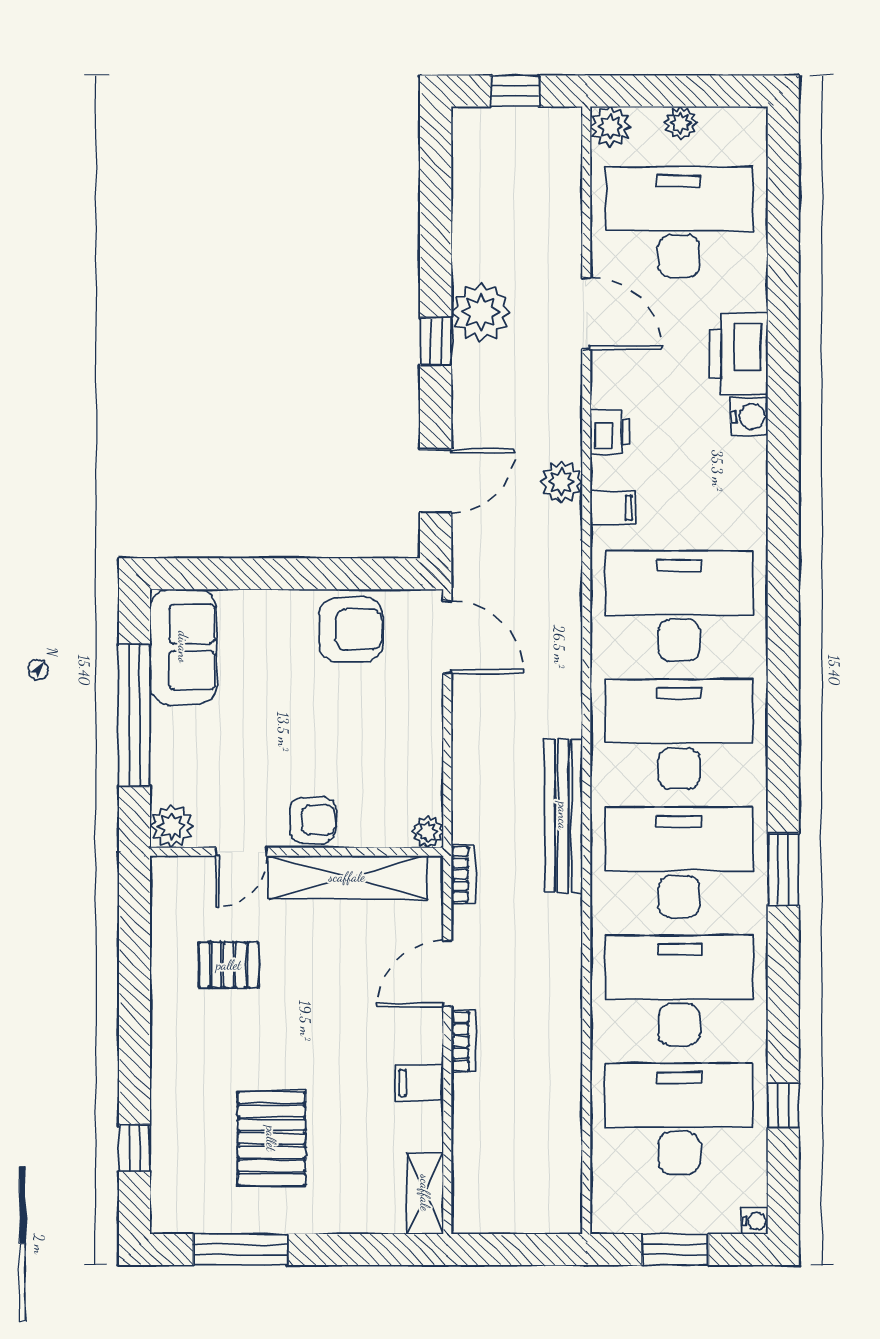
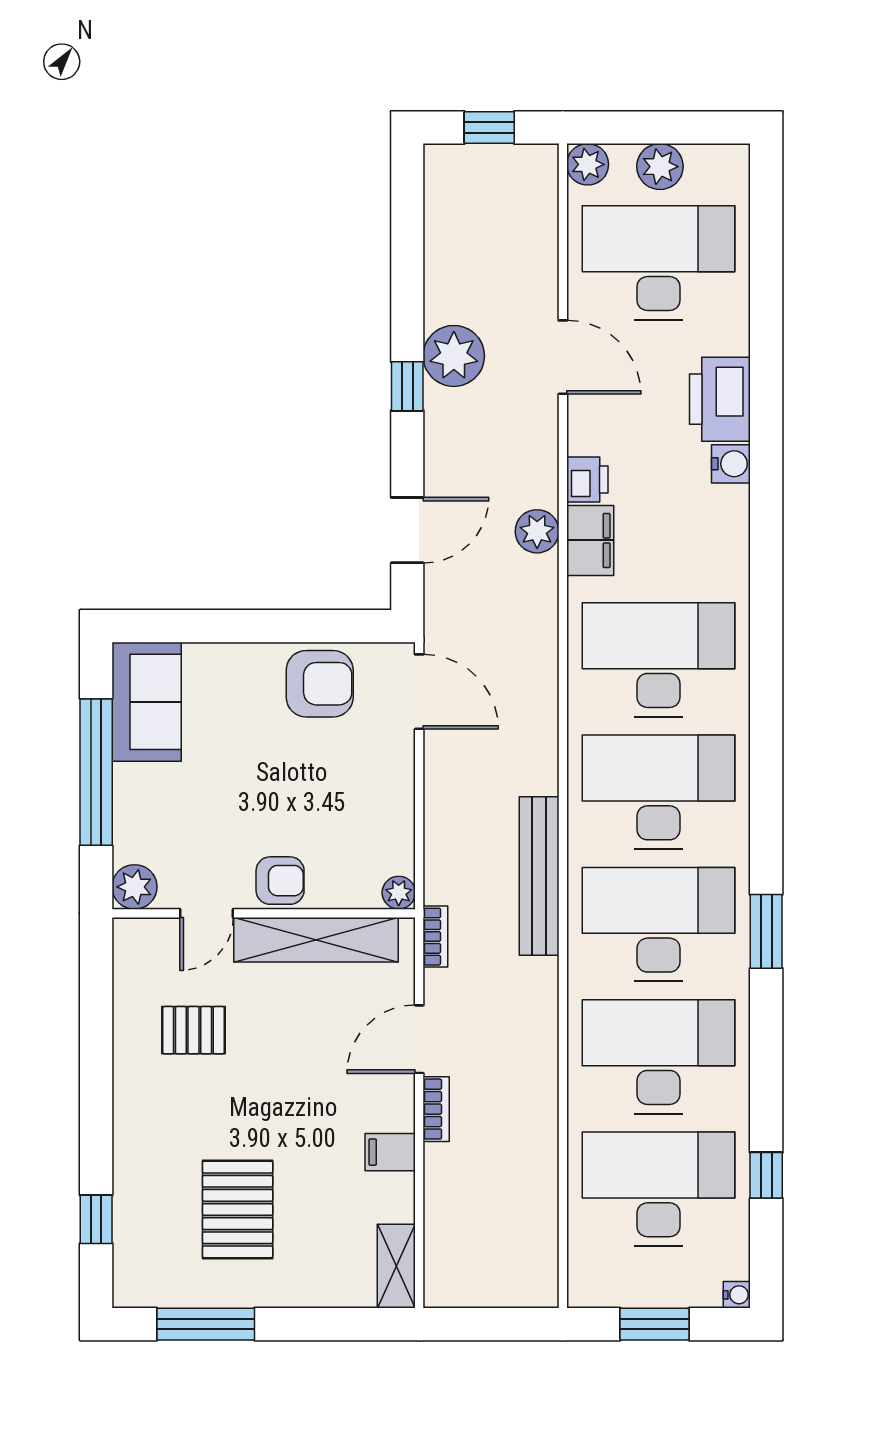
plant: (680, 123) -> (660, 167), width x1.38, depth x1.38
filing cabinet: (613, 508) -> (590, 540), width x2.00

